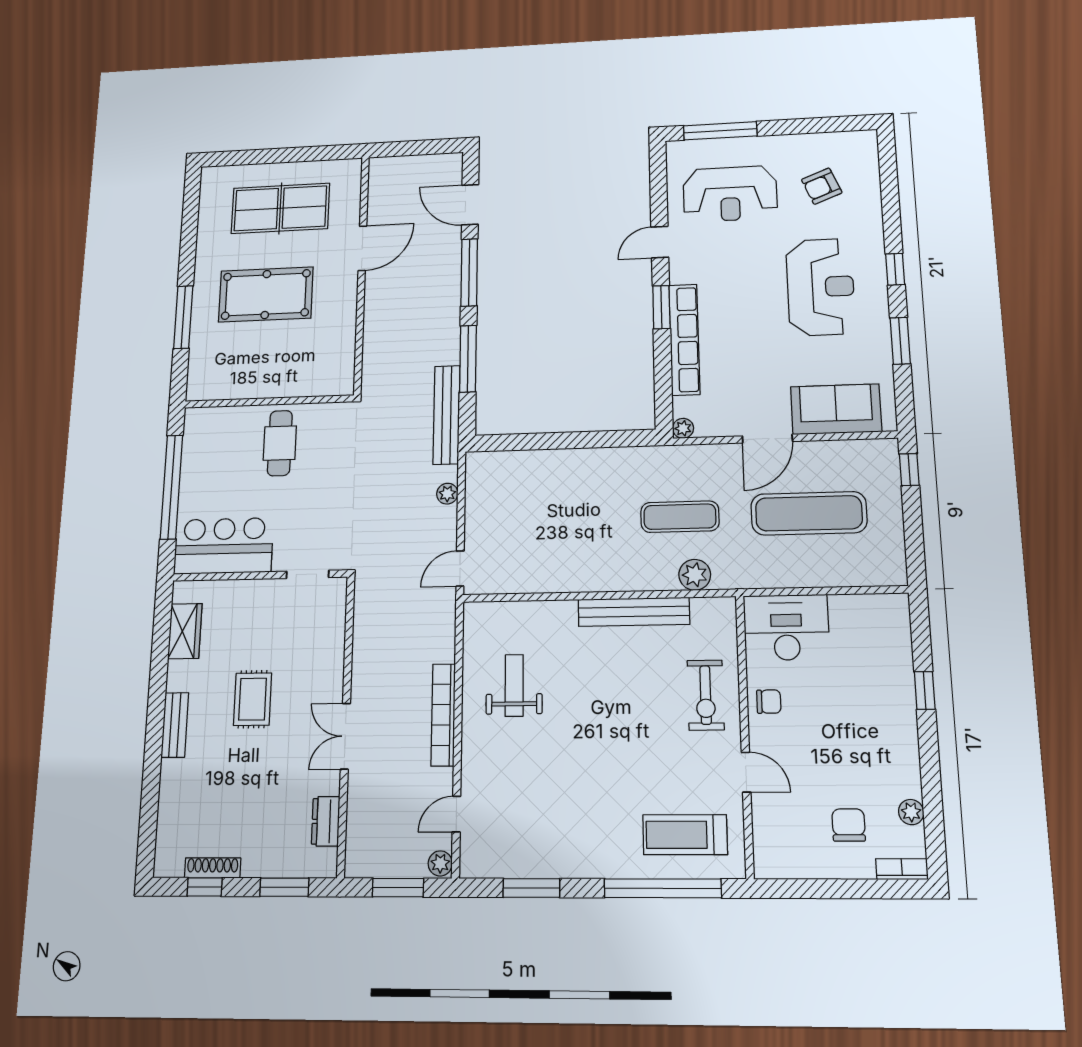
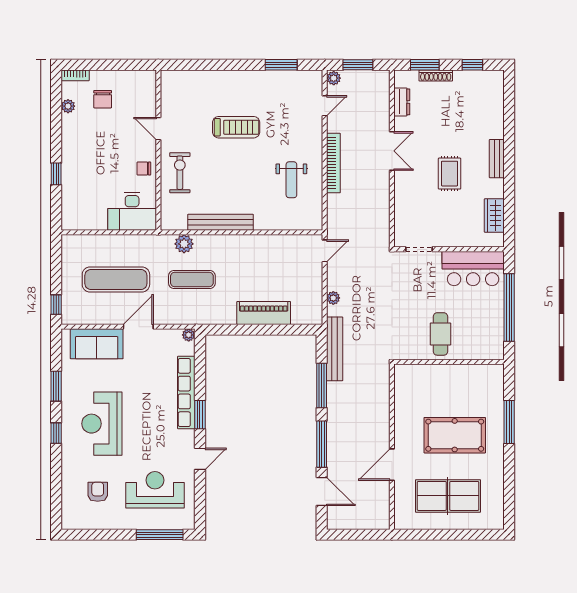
armchair: (822, 186) -> (98, 492), turned -68
piano: (560, 467) -> (264, 313), added
treadmill: (685, 835) -> (236, 127), moved
shoe rack: (213, 868) -> (436, 75), moved
window: (663, 888) -> (207, 65), removed

